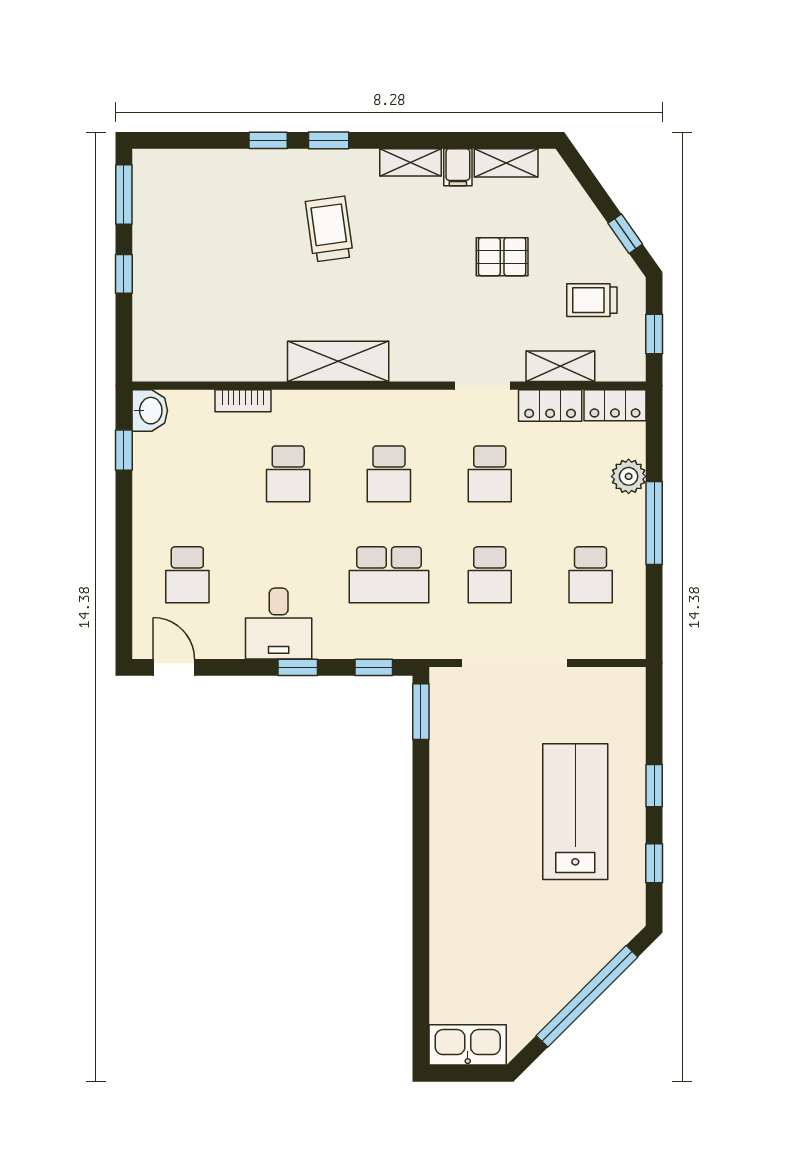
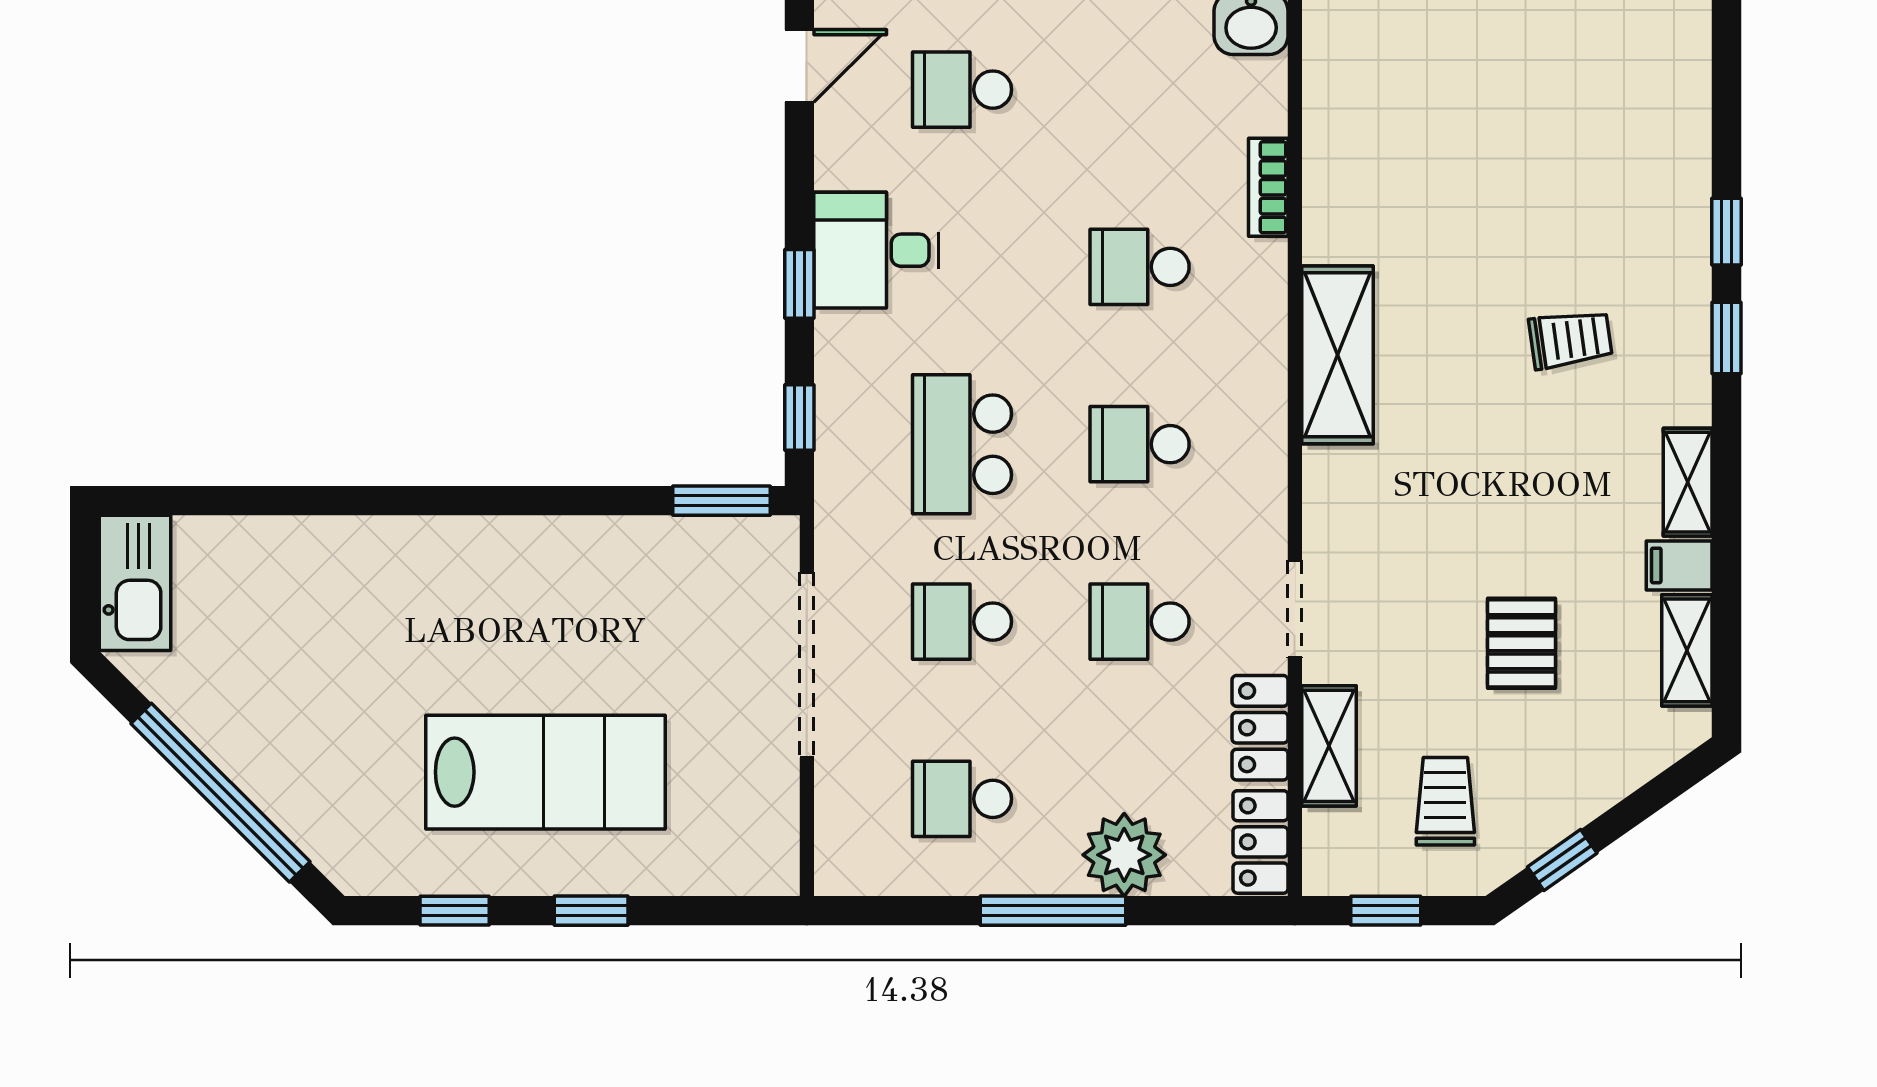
trolley: (329, 229) -> (1570, 339), width x0.73, depth x0.72
plant: (629, 476) -> (1124, 855), width x1.36, depth x1.36

